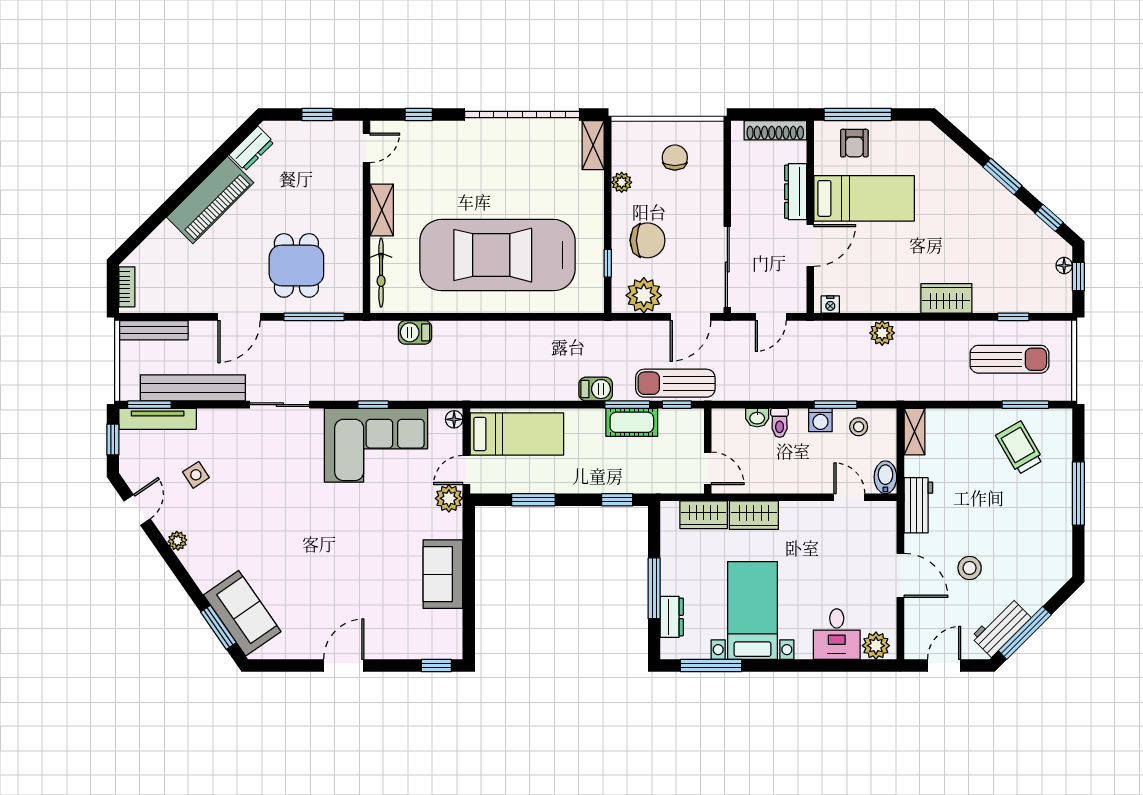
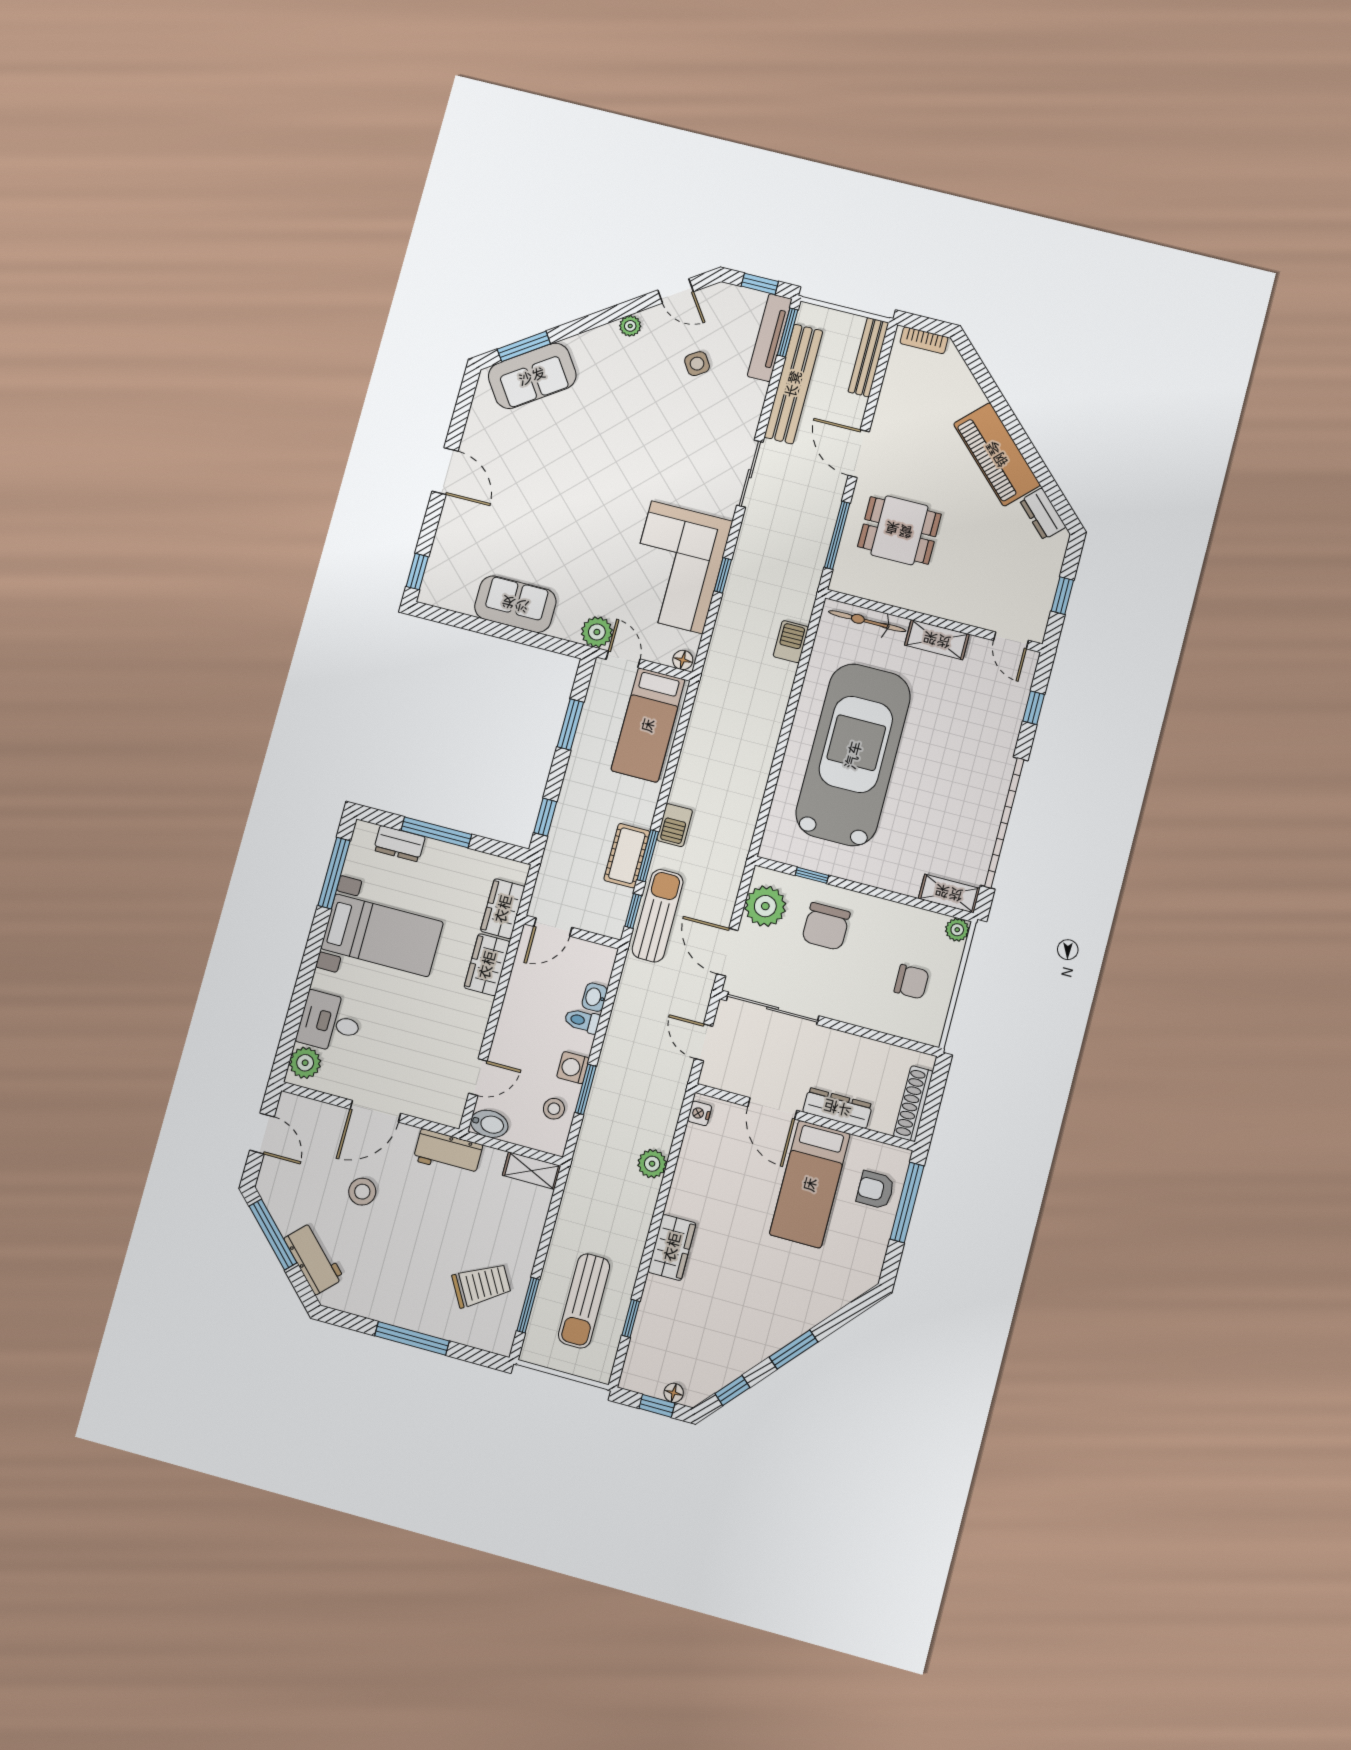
plant: (622, 182) -> (957, 930), moved
workbench: (1001, 627) -> (314, 1258), moved

